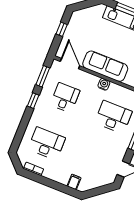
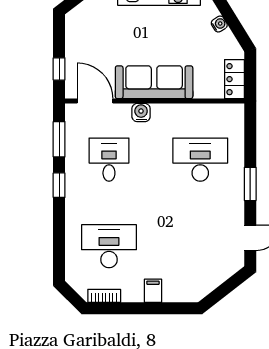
window: (62, 29) -> (59, 69), moved
water cooler: (104, 84) -> (141, 113), moved
filing cabinet: (74, 182) -> (153, 291), moved

